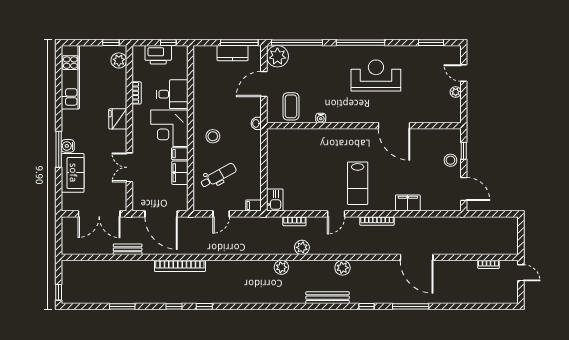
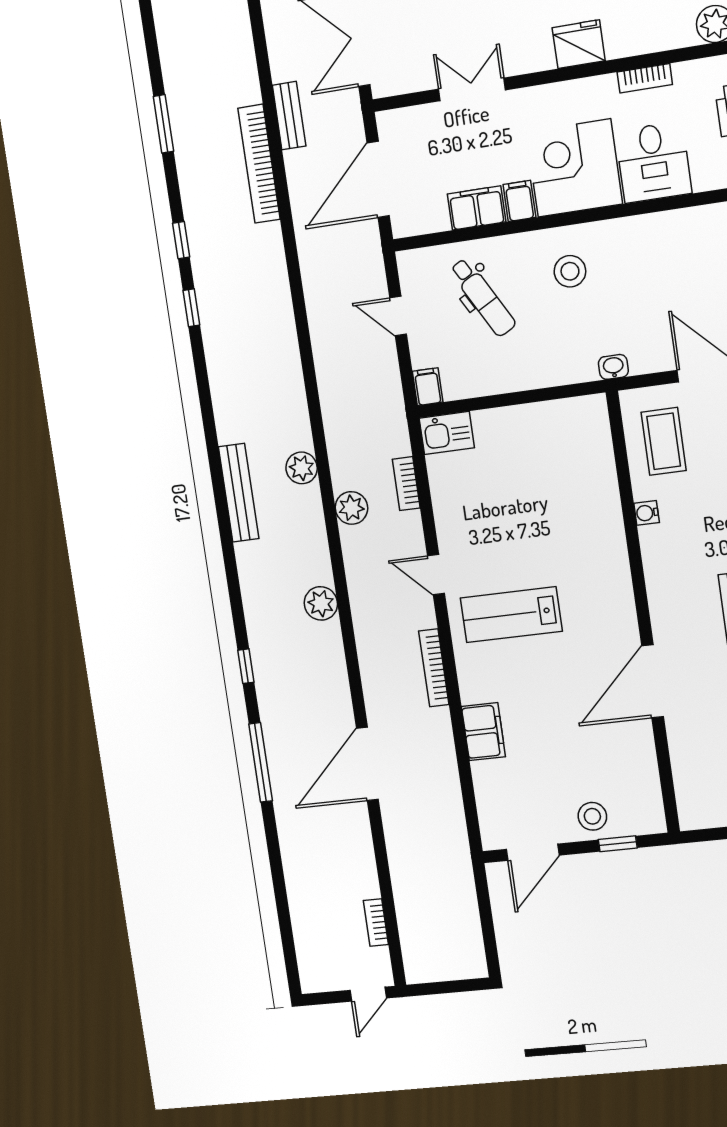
coffee table: (291, 106) -> (664, 441), turned 90
bookcase: (180, 266) -> (259, 164), moved
bench: (328, 298) -> (239, 493), moved

